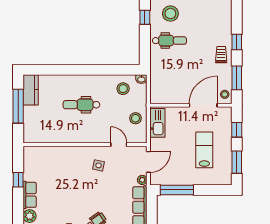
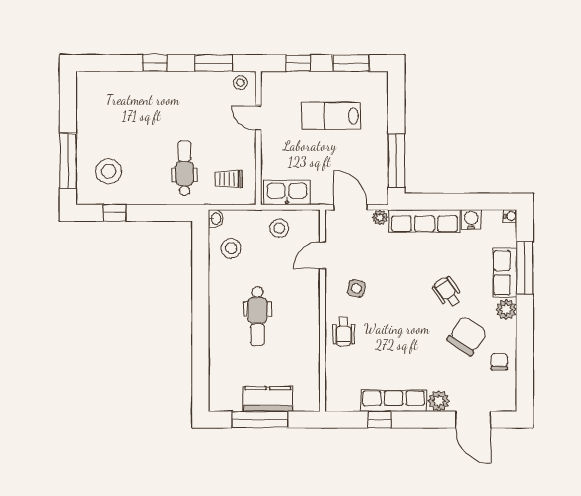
dental chair: (169, 41) -> (184, 168), moved
trolley: (221, 55) -> (229, 179), moved
kitchen counter: (31, 90) -> (268, 399), moved
door: (203, 105) -> (258, 118), width x0.53
wheelchair: (72, 158) -> (344, 332), added
row of seats: (30, 195) -> (394, 401), width x1.48

